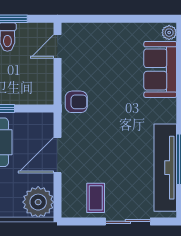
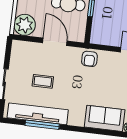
coffee table: (96, 198) -> (43, 81), moved

